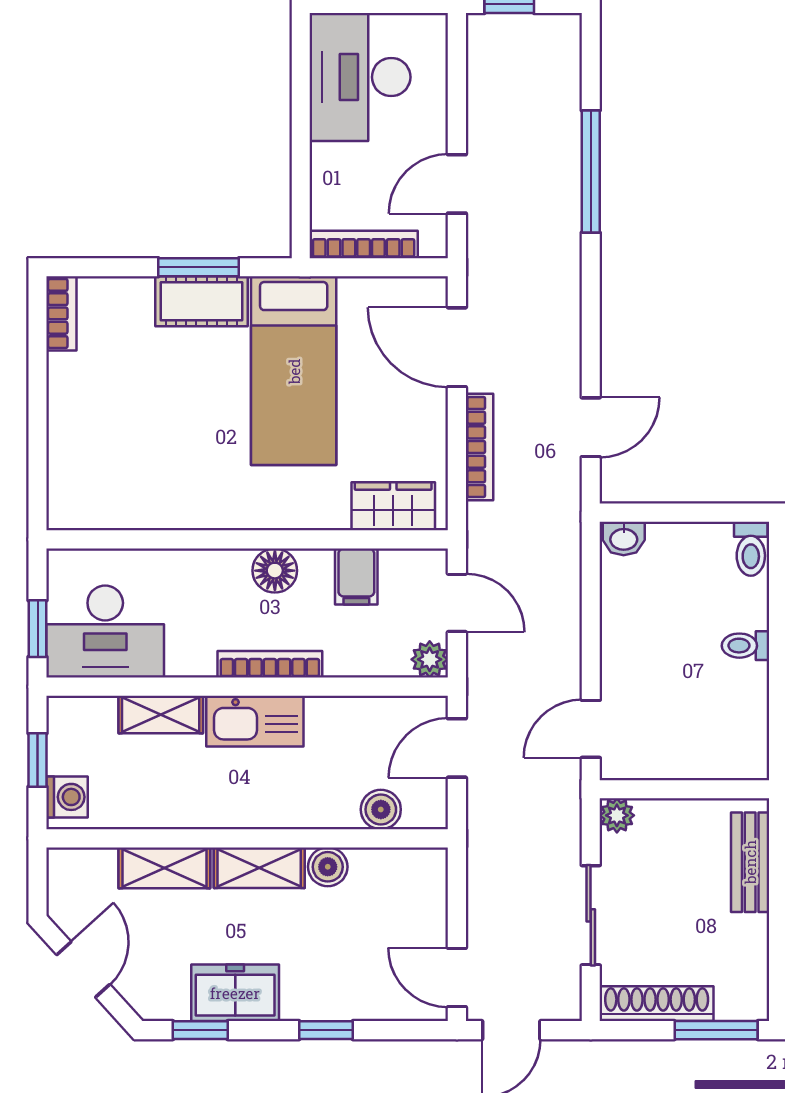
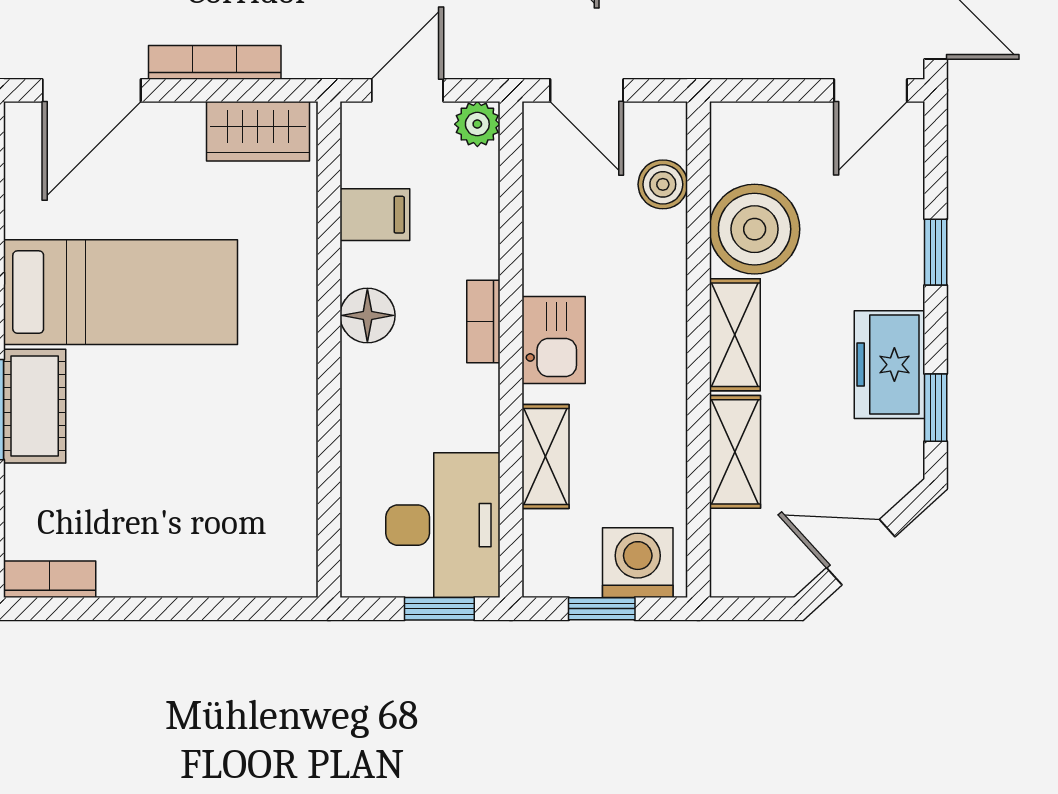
wardrobe: (393, 506) -> (258, 131), moved, turned -90
bookcase: (270, 664) -> (483, 322), width x0.64
kitchen sink: (255, 721) -> (554, 340), width x0.73
washing machine: (67, 797) -> (638, 563), width x1.38, depth x1.38
boiler: (328, 867) -> (755, 229), width x1.86, depth x1.86

